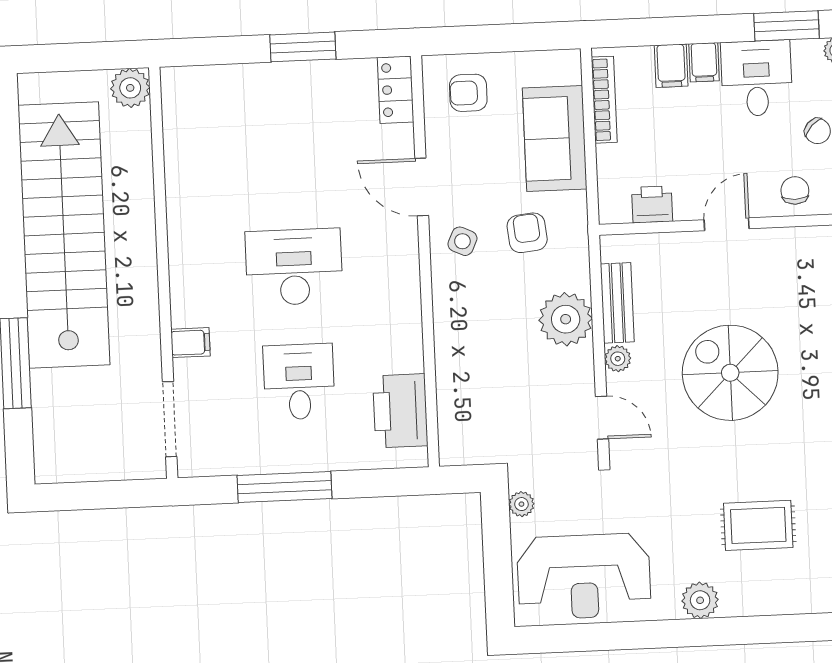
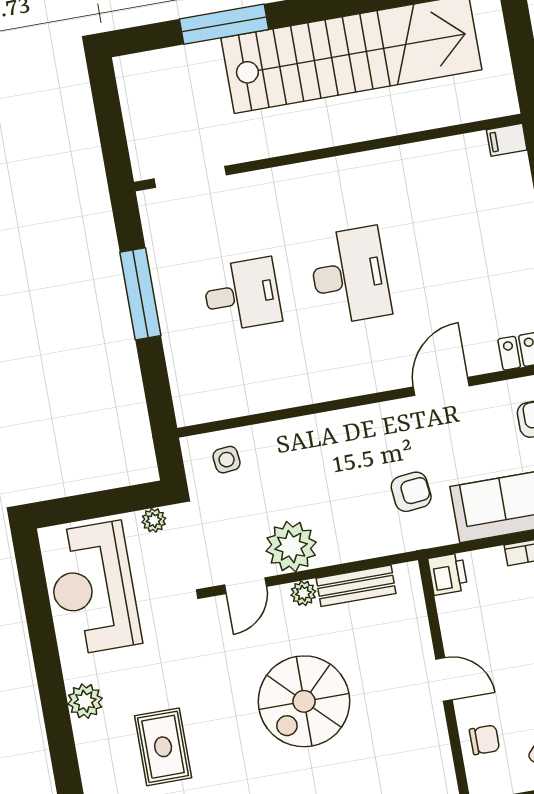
plant: (130, 88) -> (499, 98), removed
printer: (652, 204) -> (448, 574), moved
side table: (462, 241) -> (227, 460), moved, turned -31
plant: (566, 319) -> (291, 547), moved
filing cabinet: (190, 343) -> (507, 140), moved, turned 90
spiral stairs: (730, 373) -> (304, 701), turned 180
printer: (400, 411) -> (227, 394), removed

